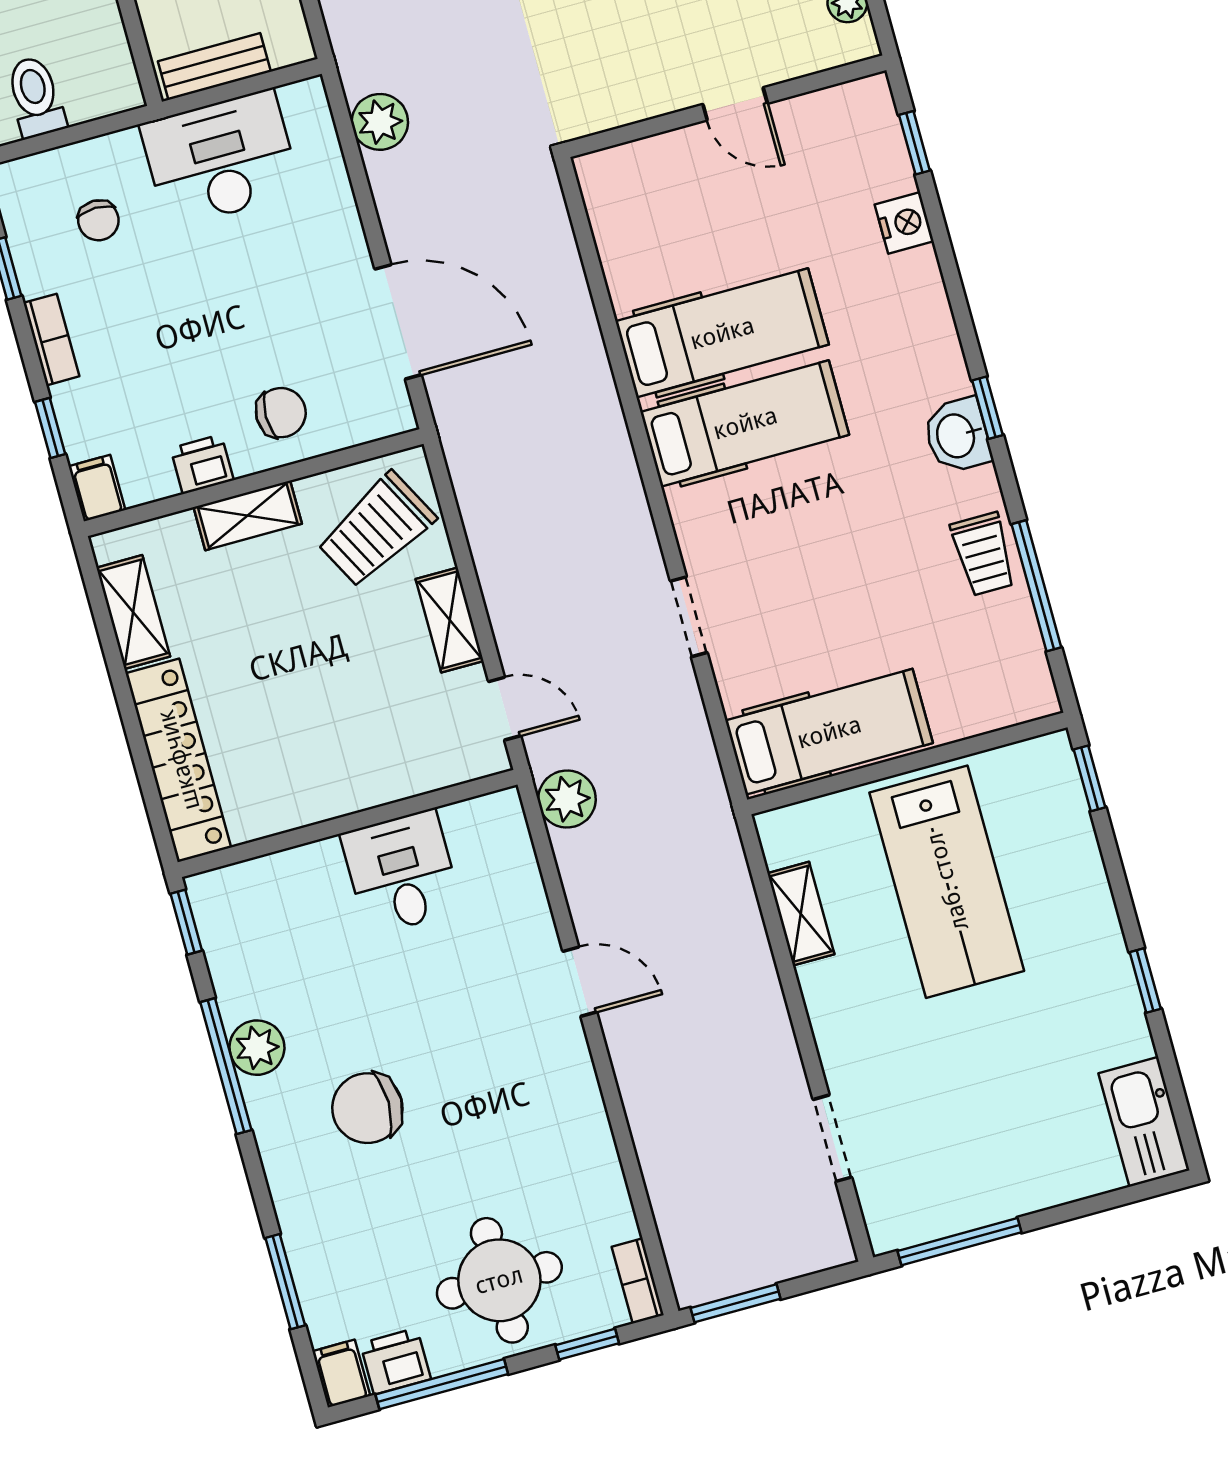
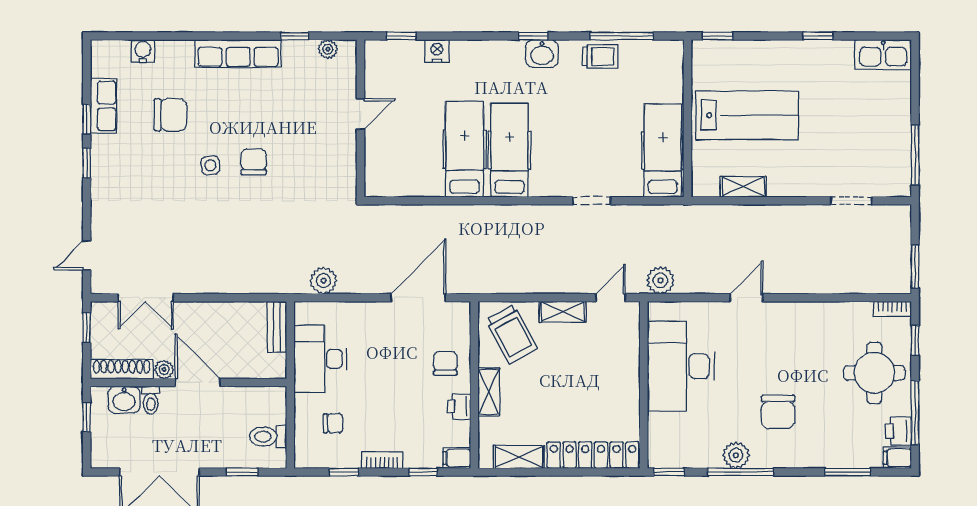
bench: (214, 67) -> (277, 327), moved
desk: (401, 872) -> (681, 366), width x1.87, depth x1.30

